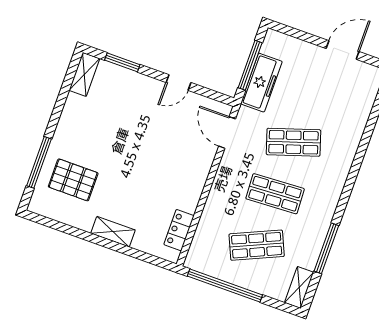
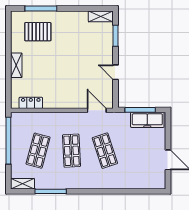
freezer: (261, 83) -> (147, 120), moved
door: (227, 133) -> (97, 110), hinge flipped
pallet: (73, 180) -> (38, 32), turned 90
shop shelf: (257, 245) -> (38, 151), turned 39

